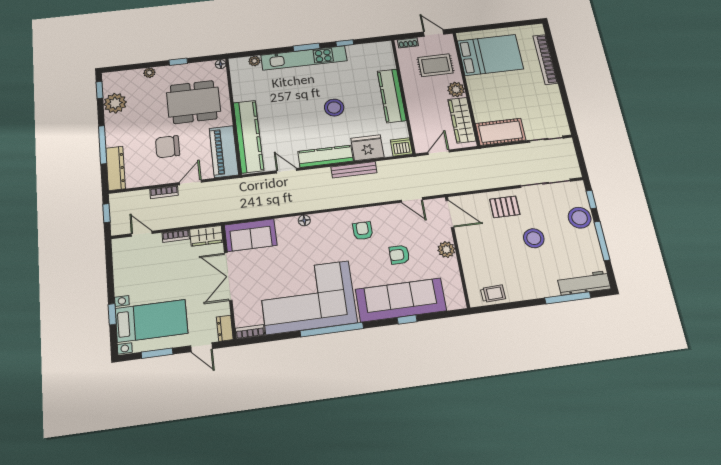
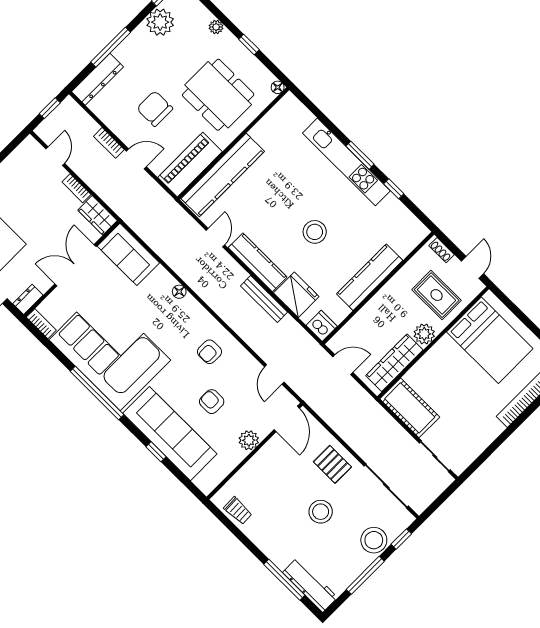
plant: (254, 61) -> (306, 117), removed
armchair: (363, 231) -> (210, 352), turned 180

